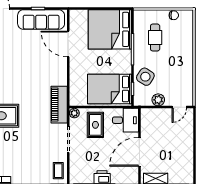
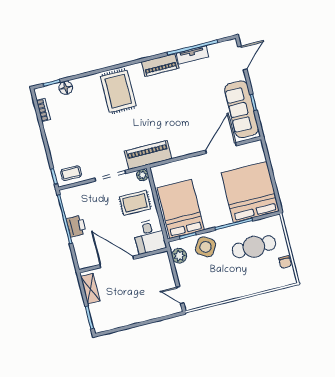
cafe table: (155, 37) -> (254, 247), width x1.37, depth x1.35
plant: (158, 100) -> (179, 256), moved

